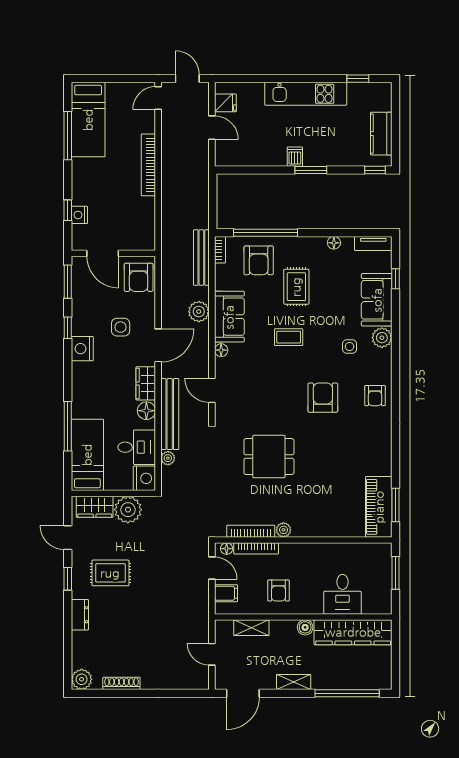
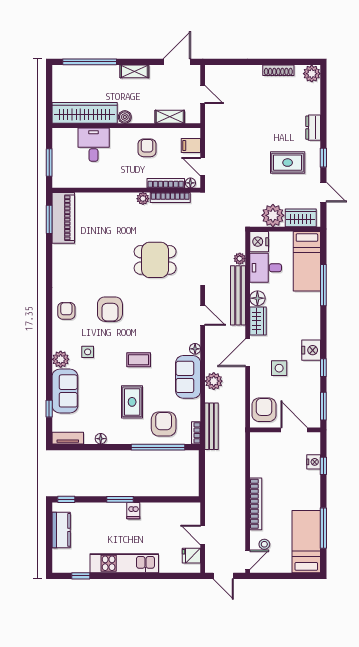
stool: (138, 117) -> (264, 544), added

